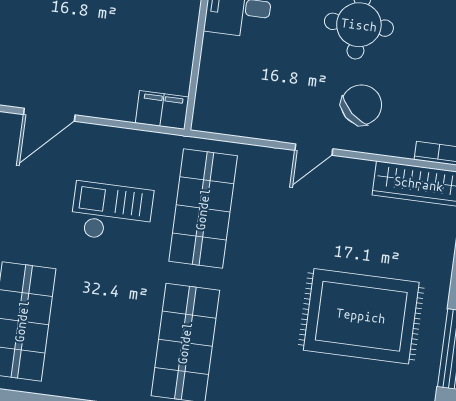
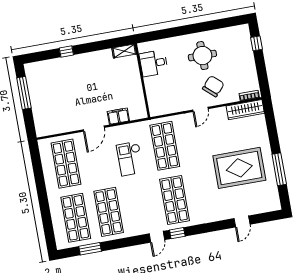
filing cabinet: (162, 110) -> (118, 116), moved
checkout: (112, 213) -> (130, 159), turned -90

